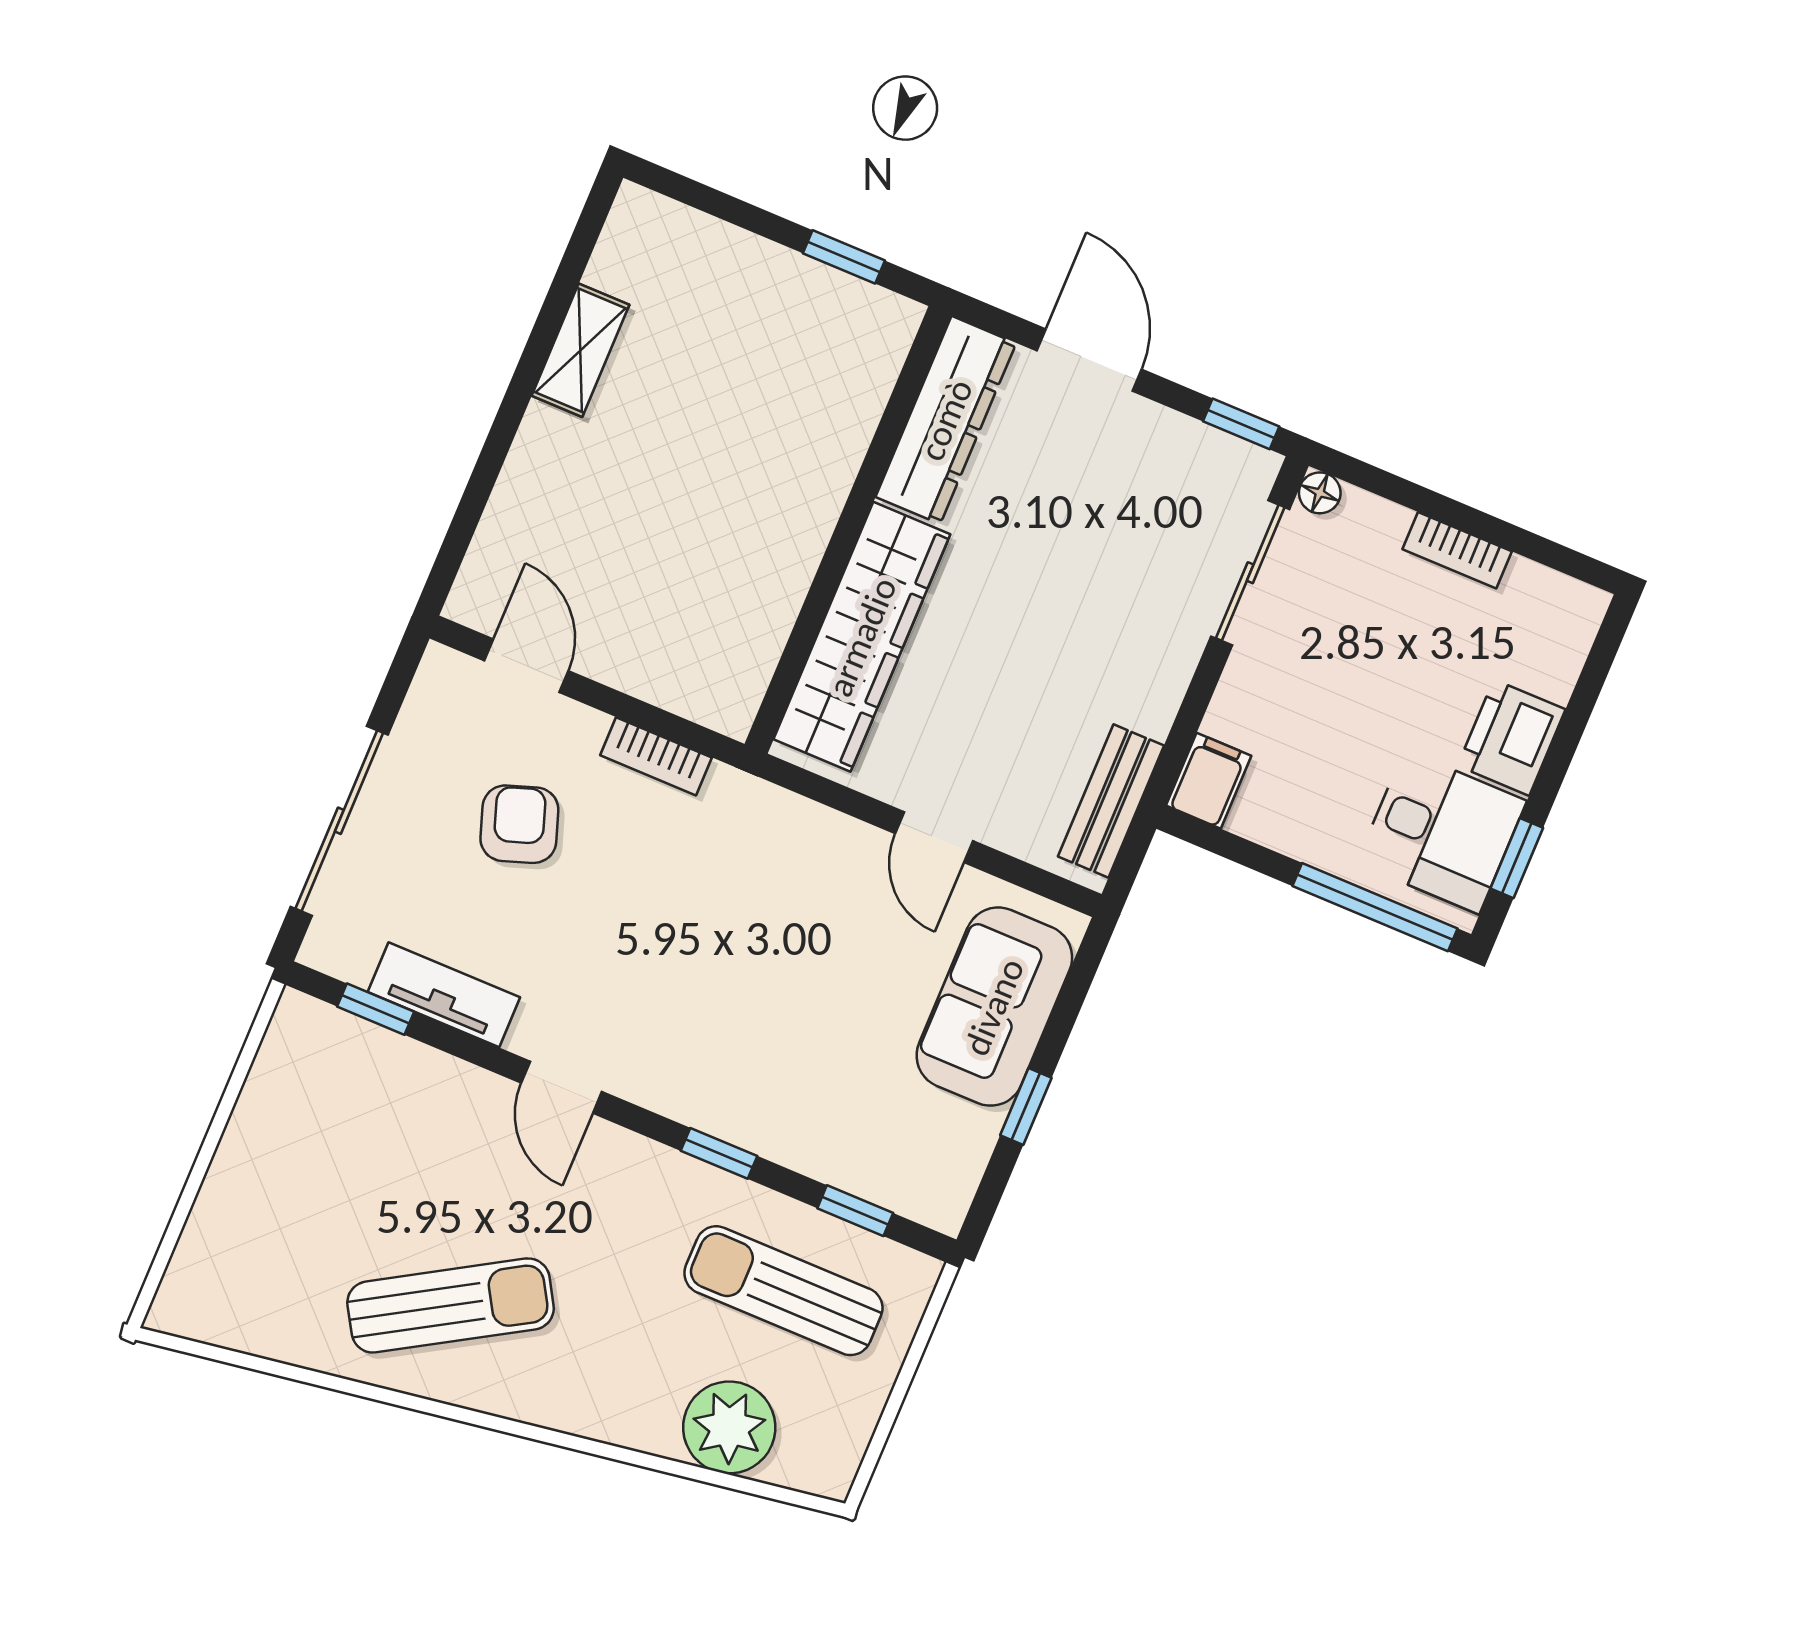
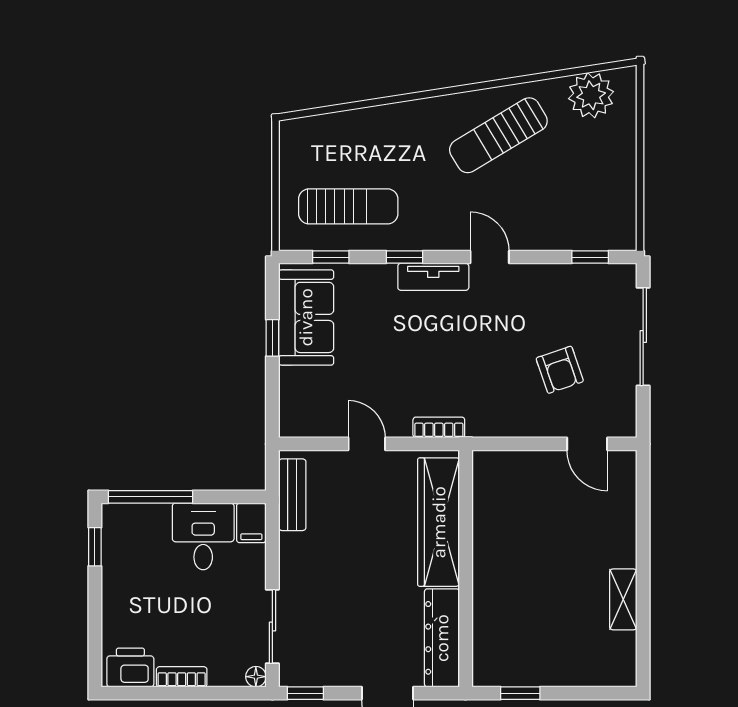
printer: (1512, 738) -> (130, 668), moved, turned -90
bookcase: (656, 756) -> (439, 427), moved
desk: (1442, 832) -> (203, 536), moved, turned 90
tv unit: (444, 995) -> (433, 277), moved
sofa: (994, 1007) -> (306, 317), moved
plant: (729, 1427) -> (591, 95), moved

